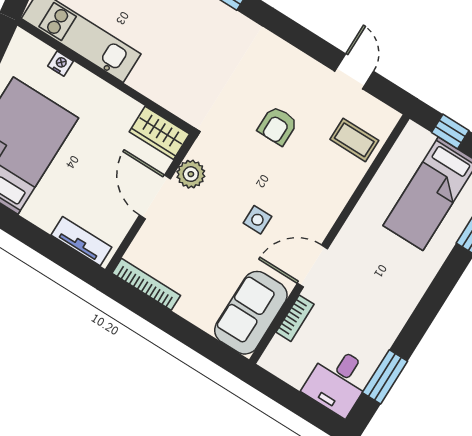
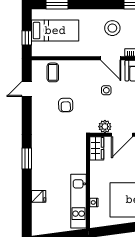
armchair: (278, 126) -> (66, 105), turned 88
stool: (368, 305) -> (112, 28), added

